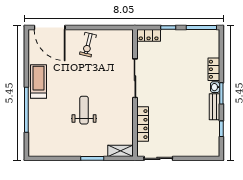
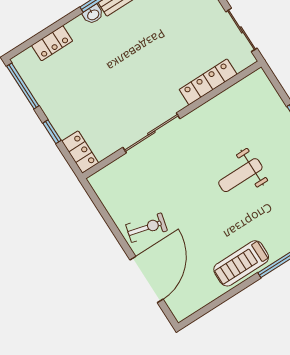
door: (50, 28) -> (147, 279), moved
locker: (214, 69) -> (52, 43), moved
shelving: (121, 151) -> (264, 89), removed

